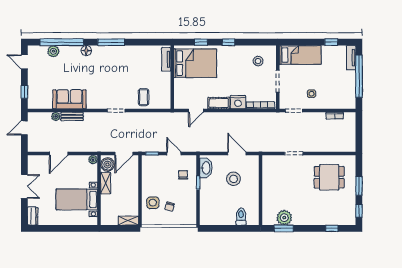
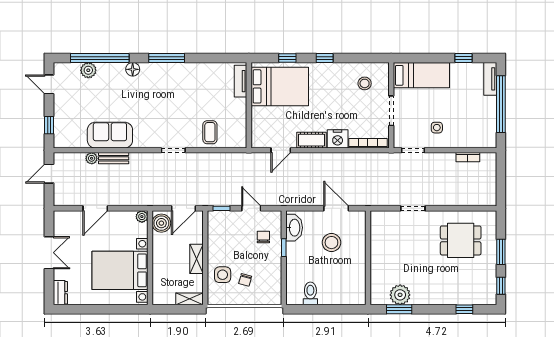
shelving: (106, 183) -> (196, 259), moved
bed with nightstands: (77, 199) -> (120, 270), width x1.36
toilet: (241, 217) -> (310, 293), moved

